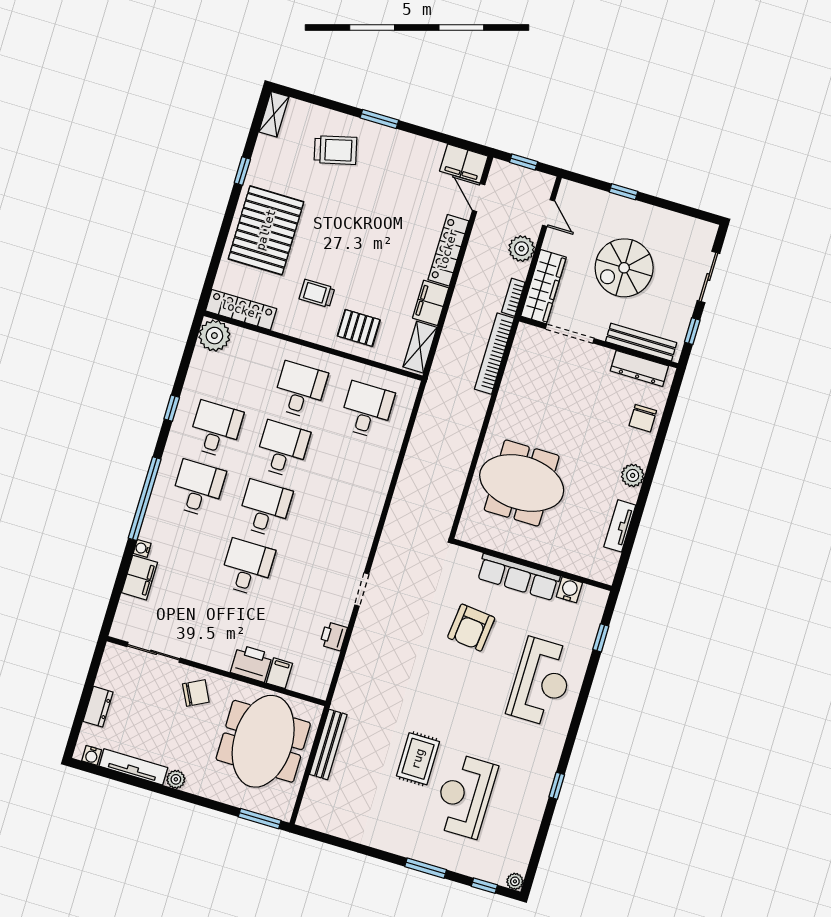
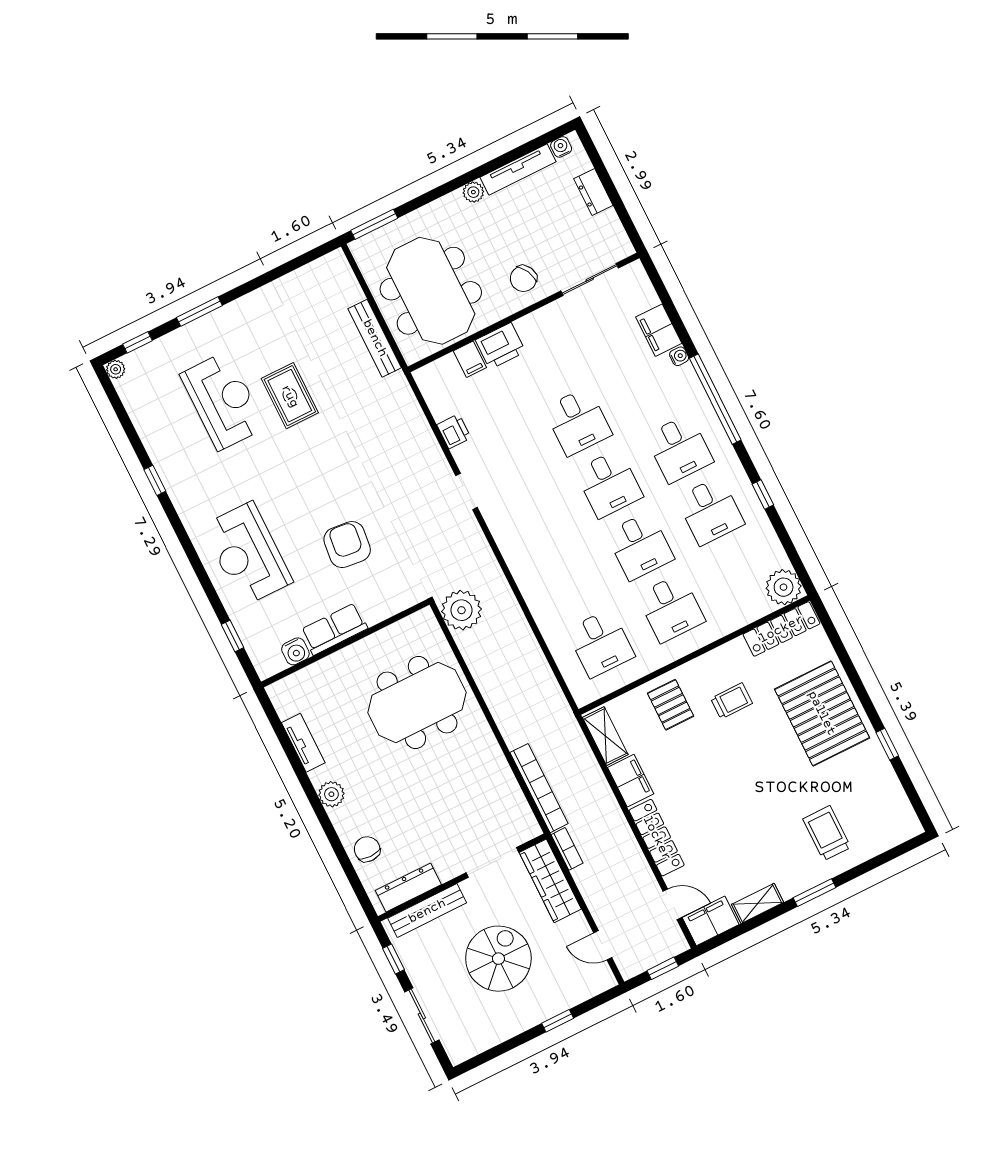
shelving: (274, 114) -> (758, 903), moved, turned 90
trolley: (335, 150) -> (827, 833), turned 104
plant: (522, 249) -> (461, 610), moved, width x1.36, depth x1.36
pallet: (359, 328) -> (671, 705), turned 90
row of seats: (518, 577) -> (334, 629), width x0.68

